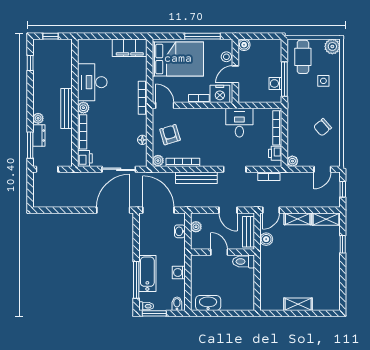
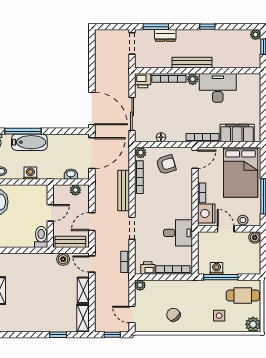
filing cabinet: (130, 48) -> (237, 133), moved, turned 90
window: (30, 63) -> (207, 27), moved
plant: (38, 118) -> (255, 35), moved

